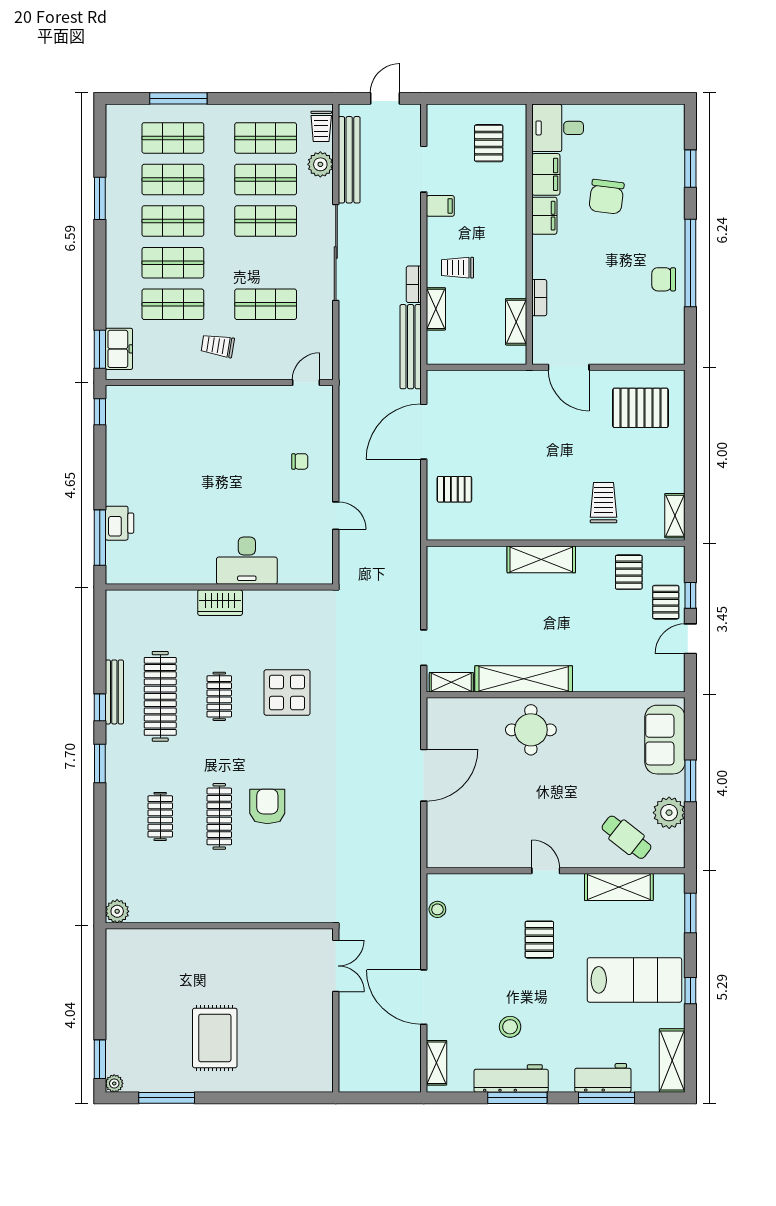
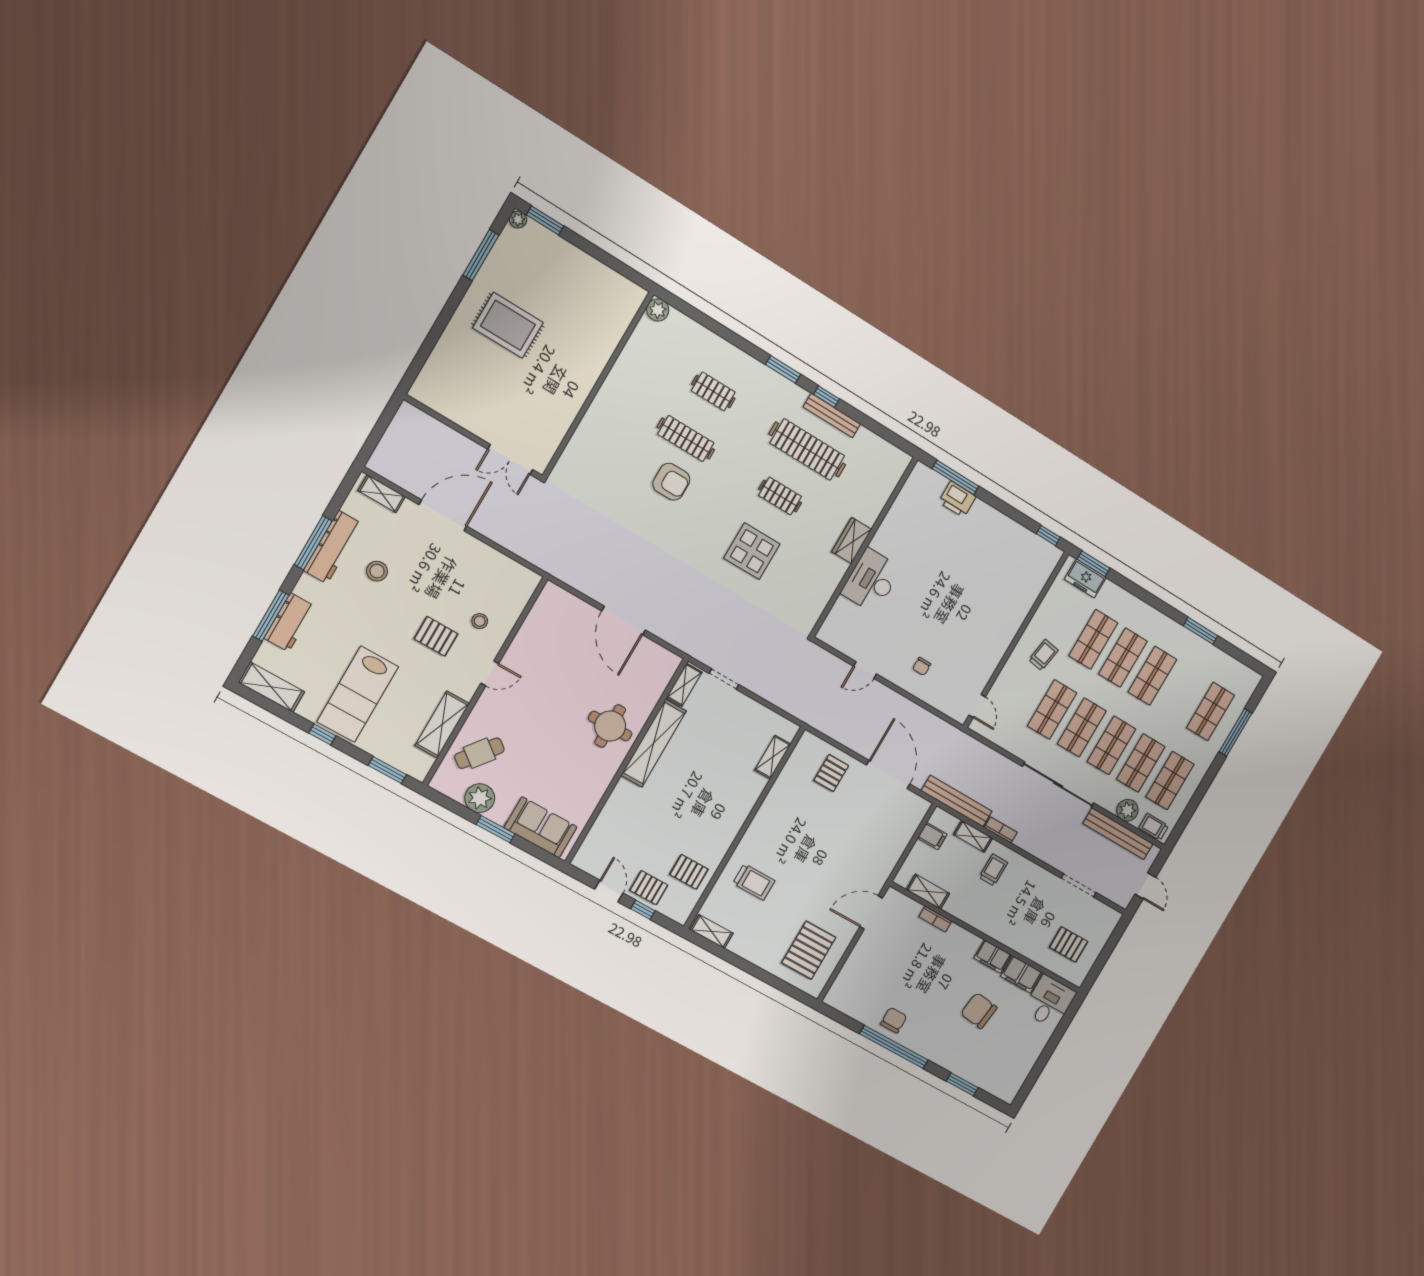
shop shelf: (173, 180) -> (1082, 727), moved
filing cabinet: (440, 206) -> (932, 836), moved, turned -90
shelving: (541, 559) -> (773, 757), moved, width x0.67, depth x0.75
stool: (437, 909) -> (480, 621), moved

